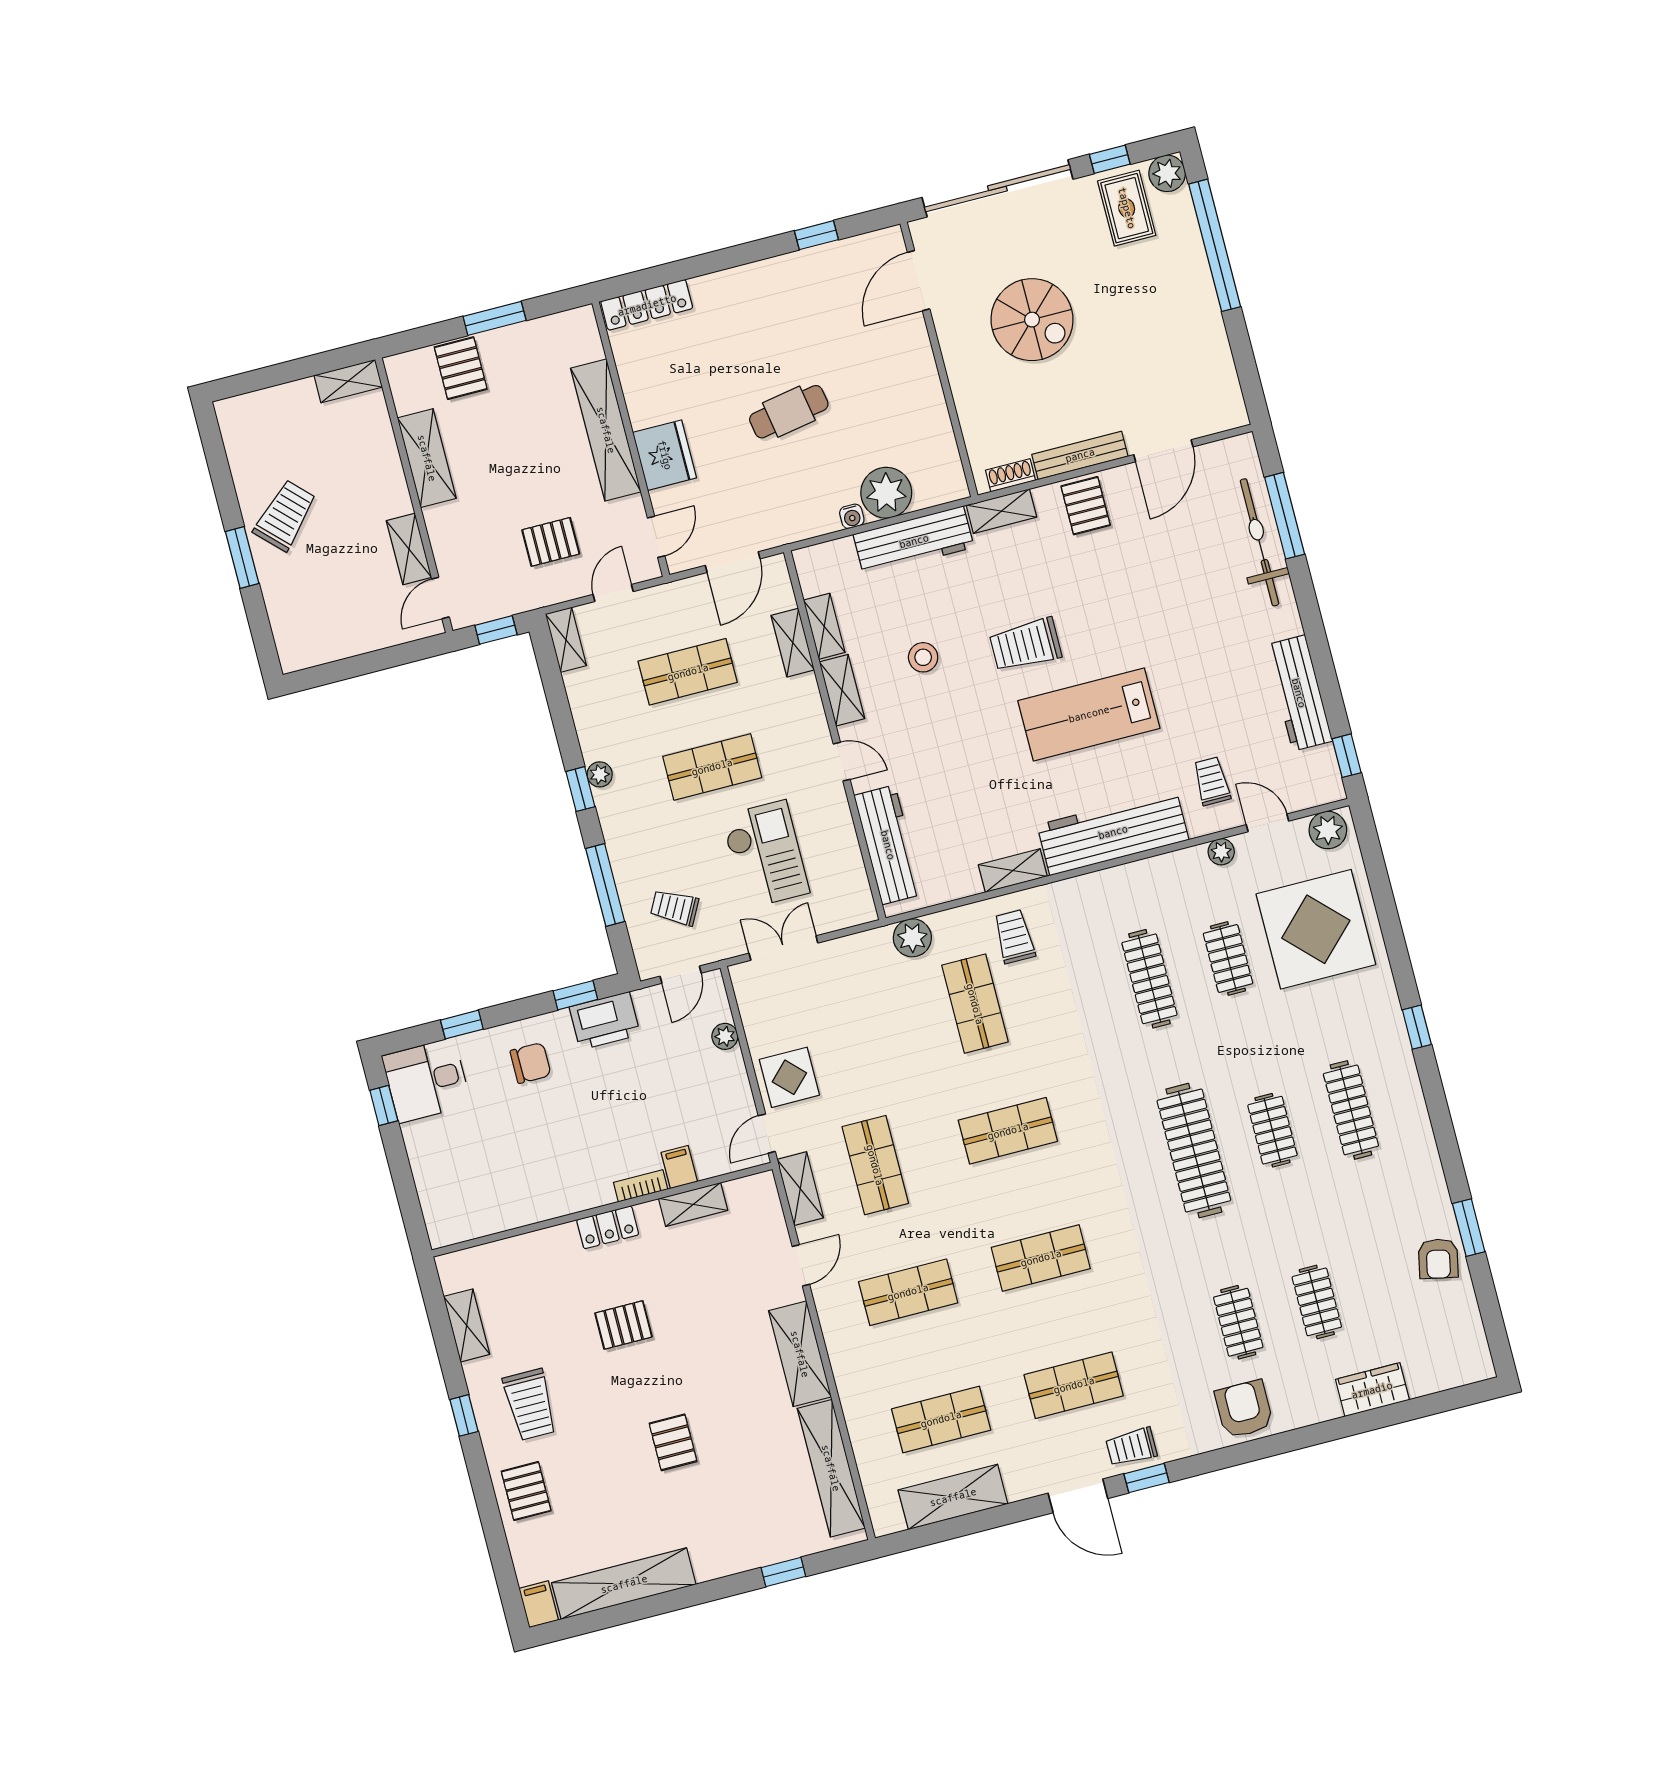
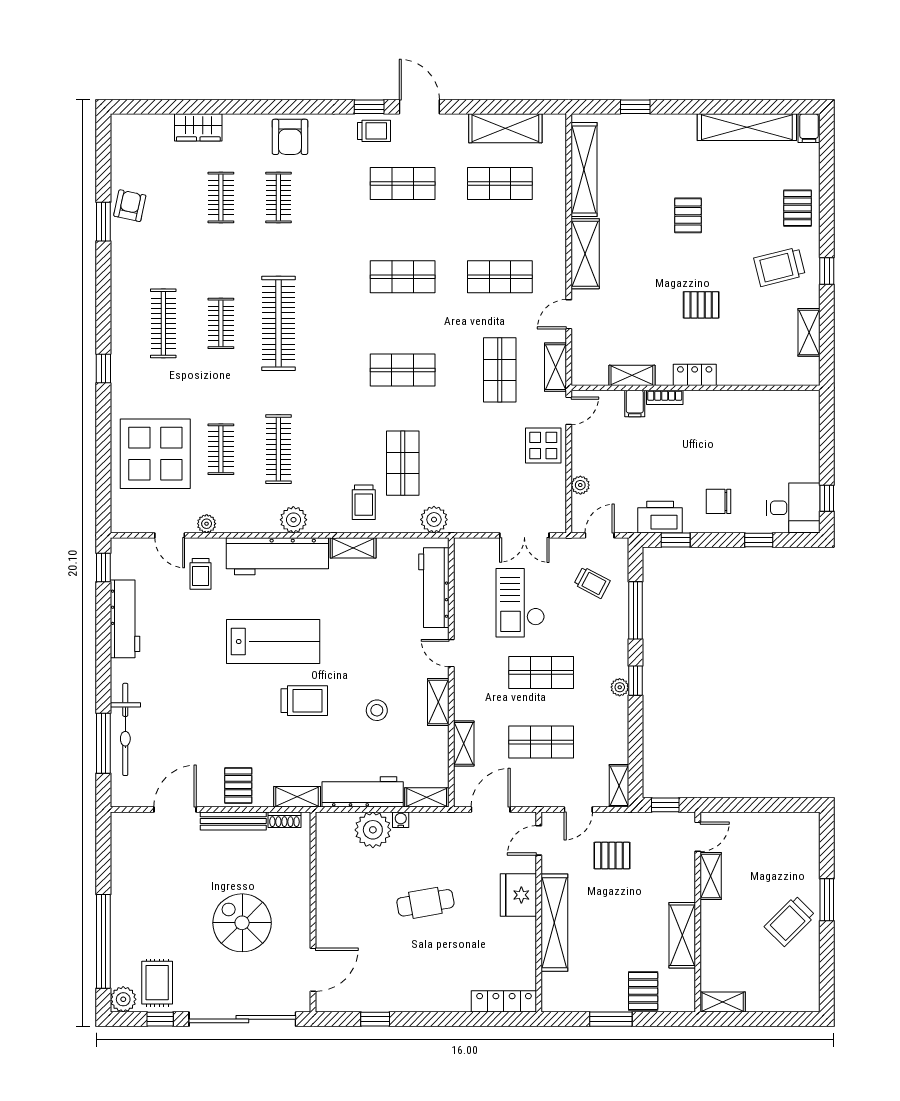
shelving: (824, 626) -> (427, 797), moved, turned 90
plant: (1328, 830) -> (293, 520), moved
trolley: (530, 1405) -> (780, 267), turned -104

